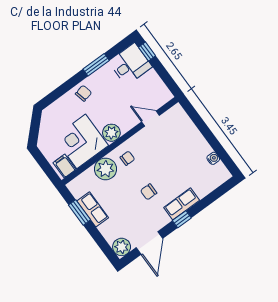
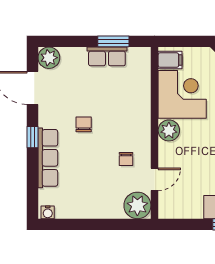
chair: (127, 158) -> (126, 159), moved
water cooler: (213, 158) -> (48, 212), moved
plant: (105, 169) -> (137, 205), moved
row of seats: (182, 204) -> (48, 158), width x1.48

